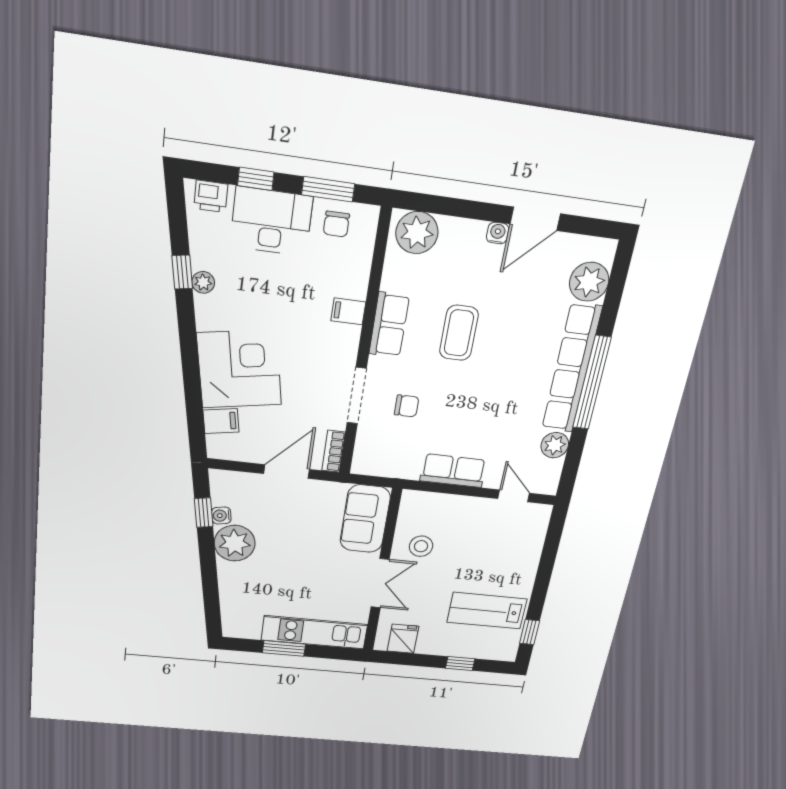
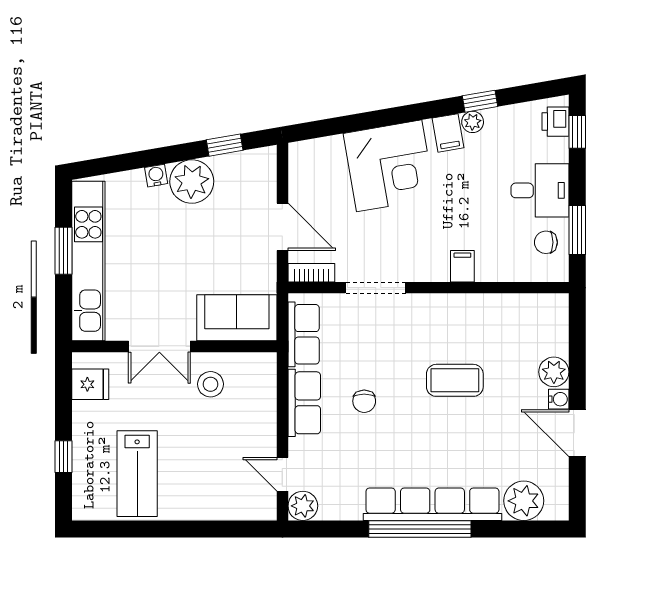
window: (256, 179) -> (577, 132), moved
desk: (271, 221) -> (540, 190), width x0.73
plant: (417, 233) -> (554, 372), moved, width x0.73, depth x0.73
row of seats: (389, 325) -> (304, 334), moved, turned -90
chair: (407, 406) -> (364, 401), moved
filing cabinet: (221, 421) -> (448, 133), moved
plant: (555, 445) -> (303, 506), moved
door: (514, 496) -> (282, 474), swing flipped
water cooler: (221, 516) -> (156, 176), moved
lab bench: (487, 611) -> (137, 474), turned 180
kitchen unit: (314, 632) -> (88, 261), width x1.36
window: (530, 632) -> (114, 529), removed

